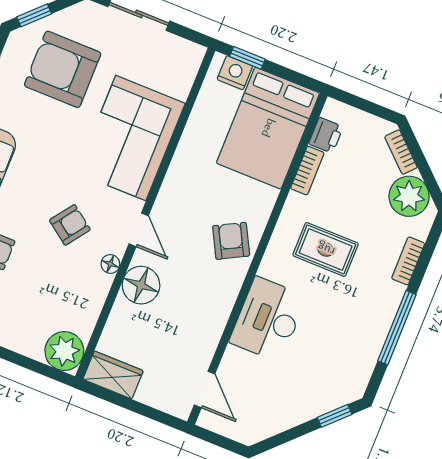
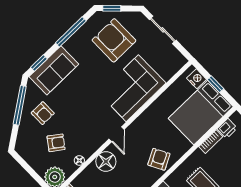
window: (247, 58) -> (215, 84), moved
armchair: (70, 225) -> (56, 143), moved
floor lamp: (110, 264) -> (79, 160), moved

